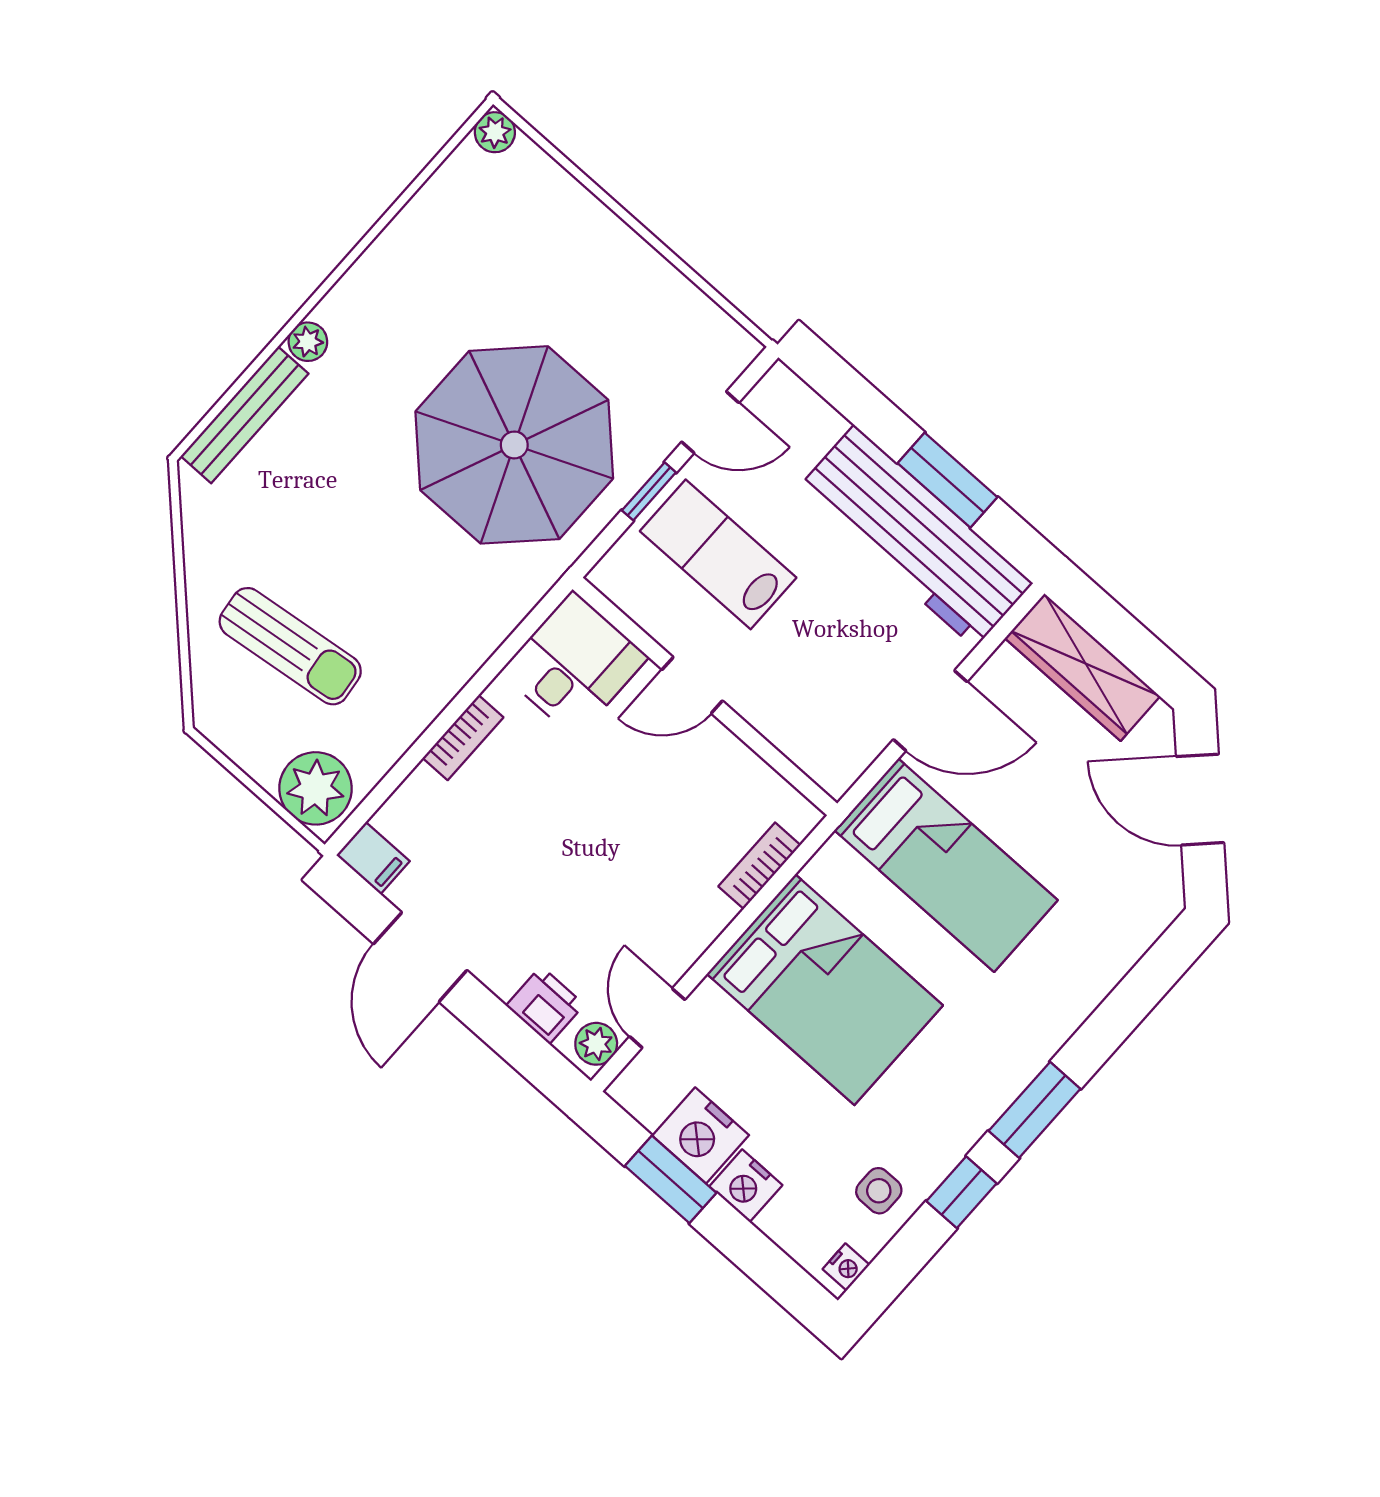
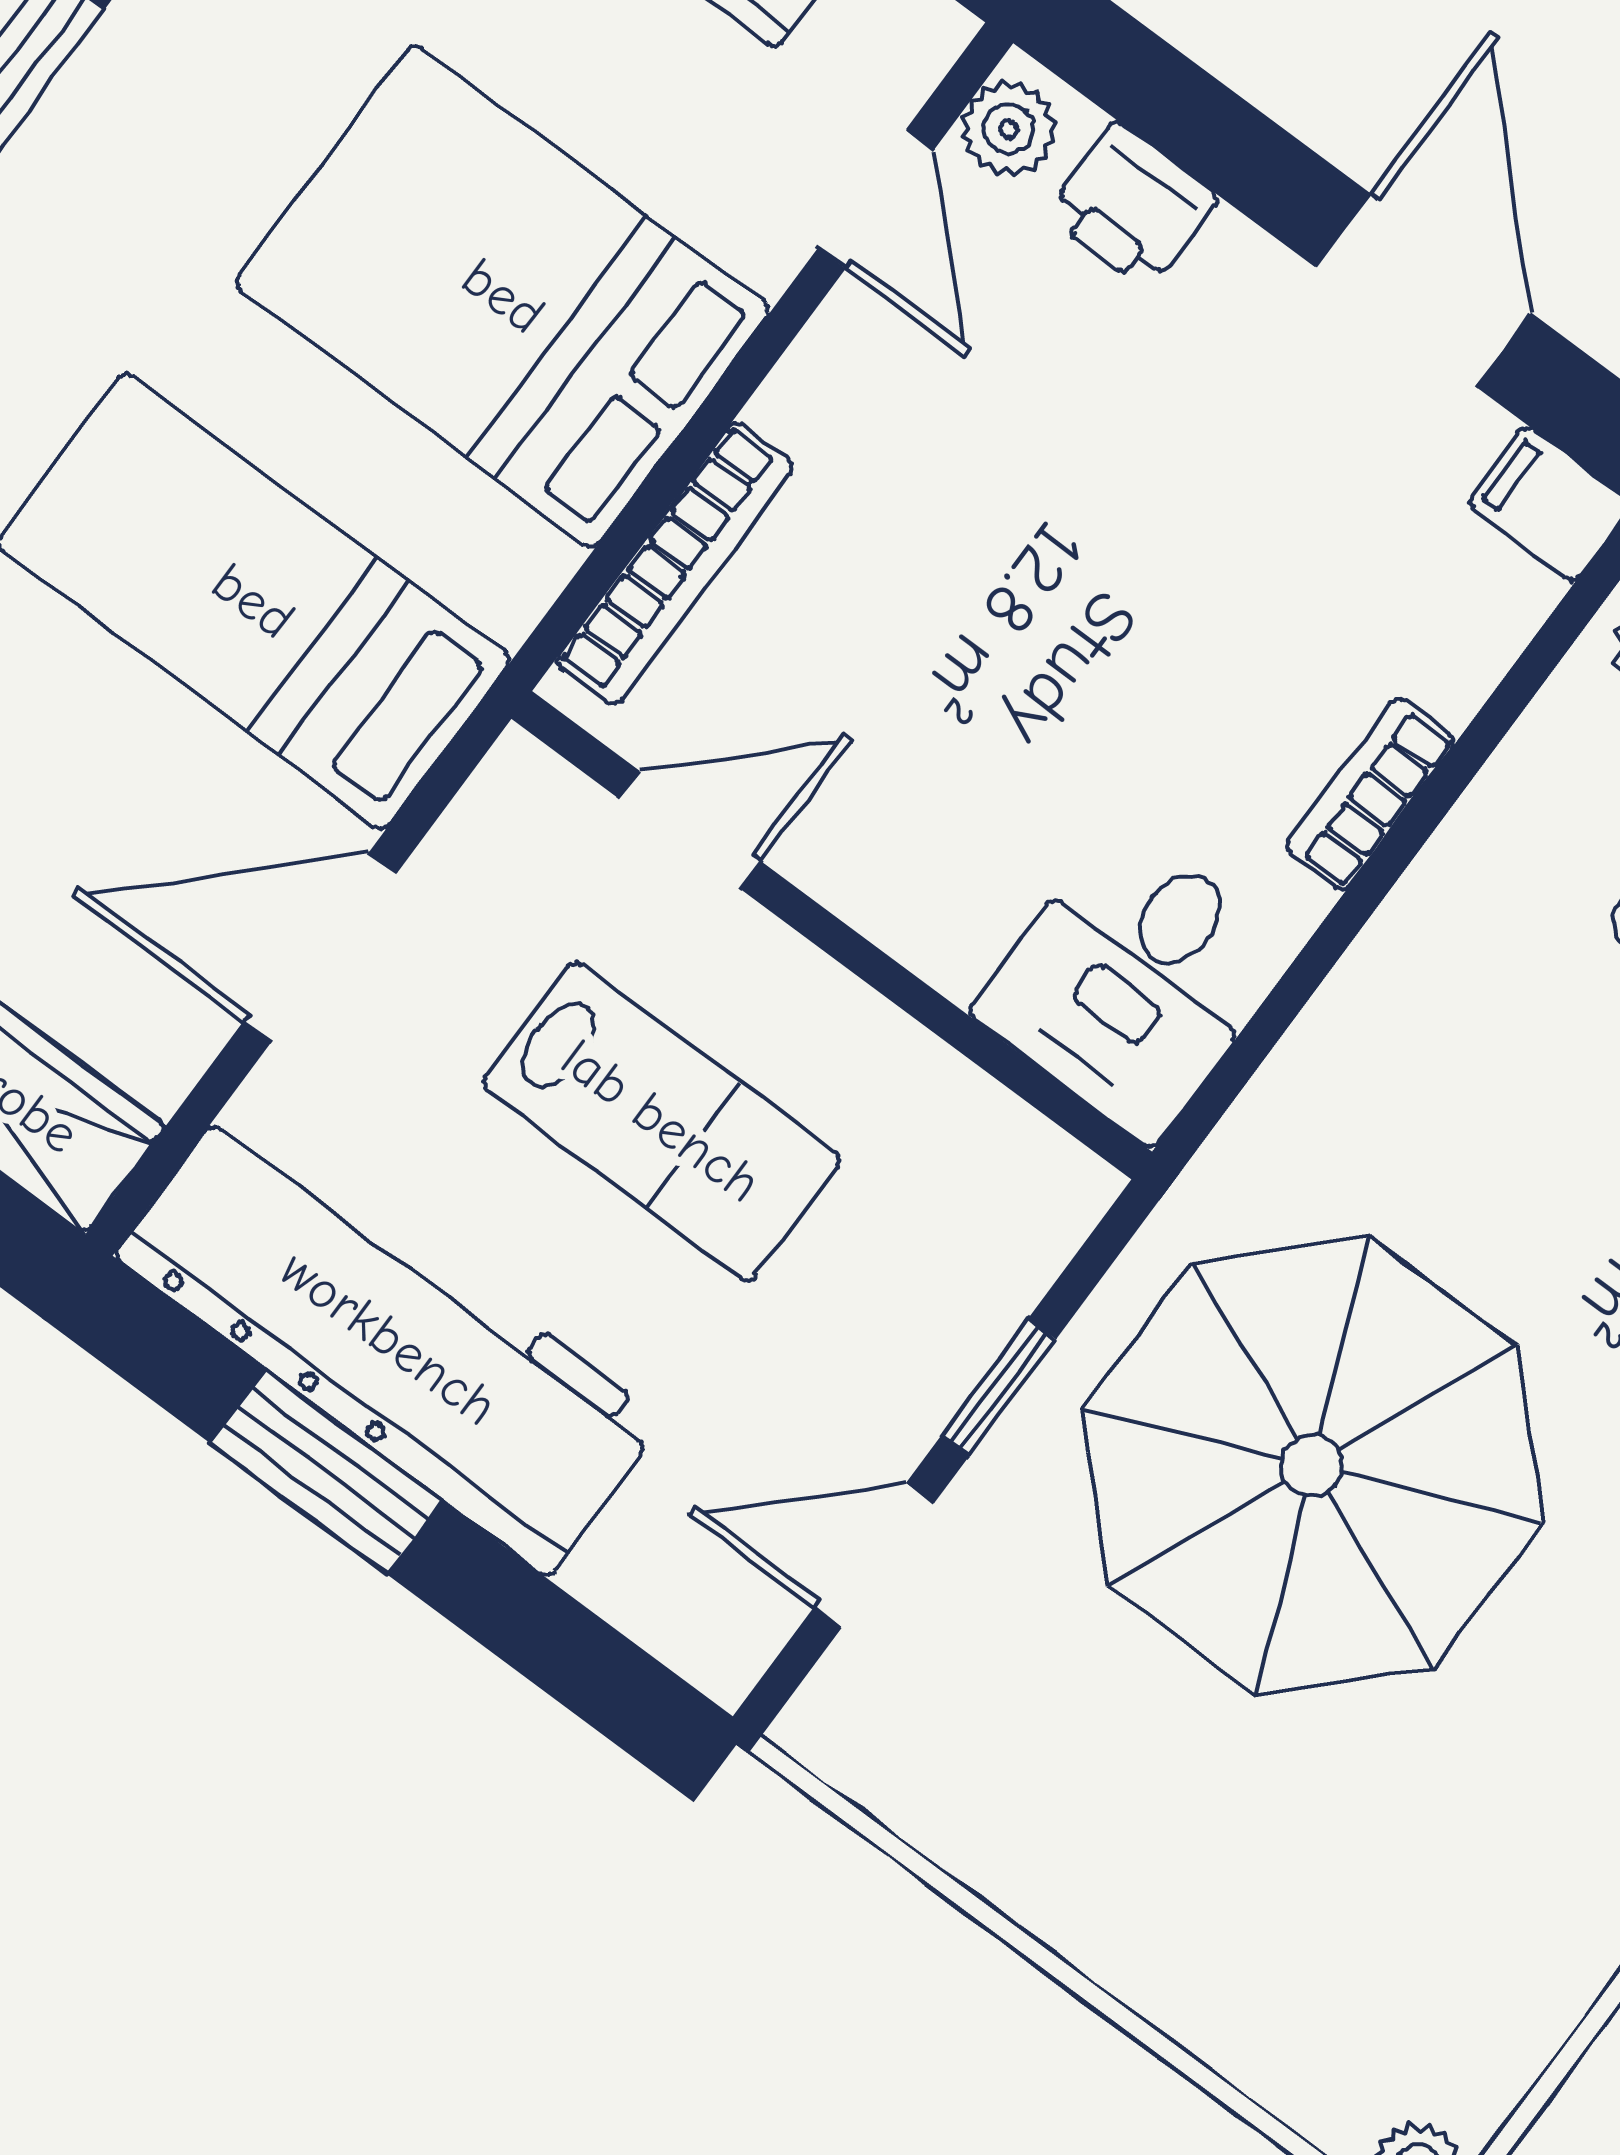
lab bench: (718, 554) -> (661, 1121), moved
door: (692, 685) -> (690, 830), moved
bookcase: (759, 866) -> (675, 564), width x1.56

